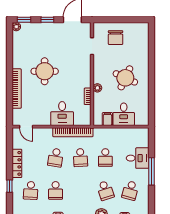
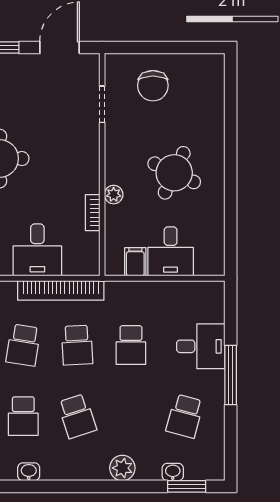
school desk: (105, 190) -> (77, 416), moved

